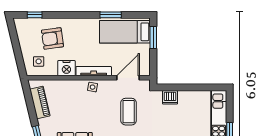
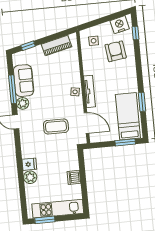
nightstand: (66, 68) -> (120, 25), moved, turned 77
dishwasher: (170, 97) -> (74, 177), moved

